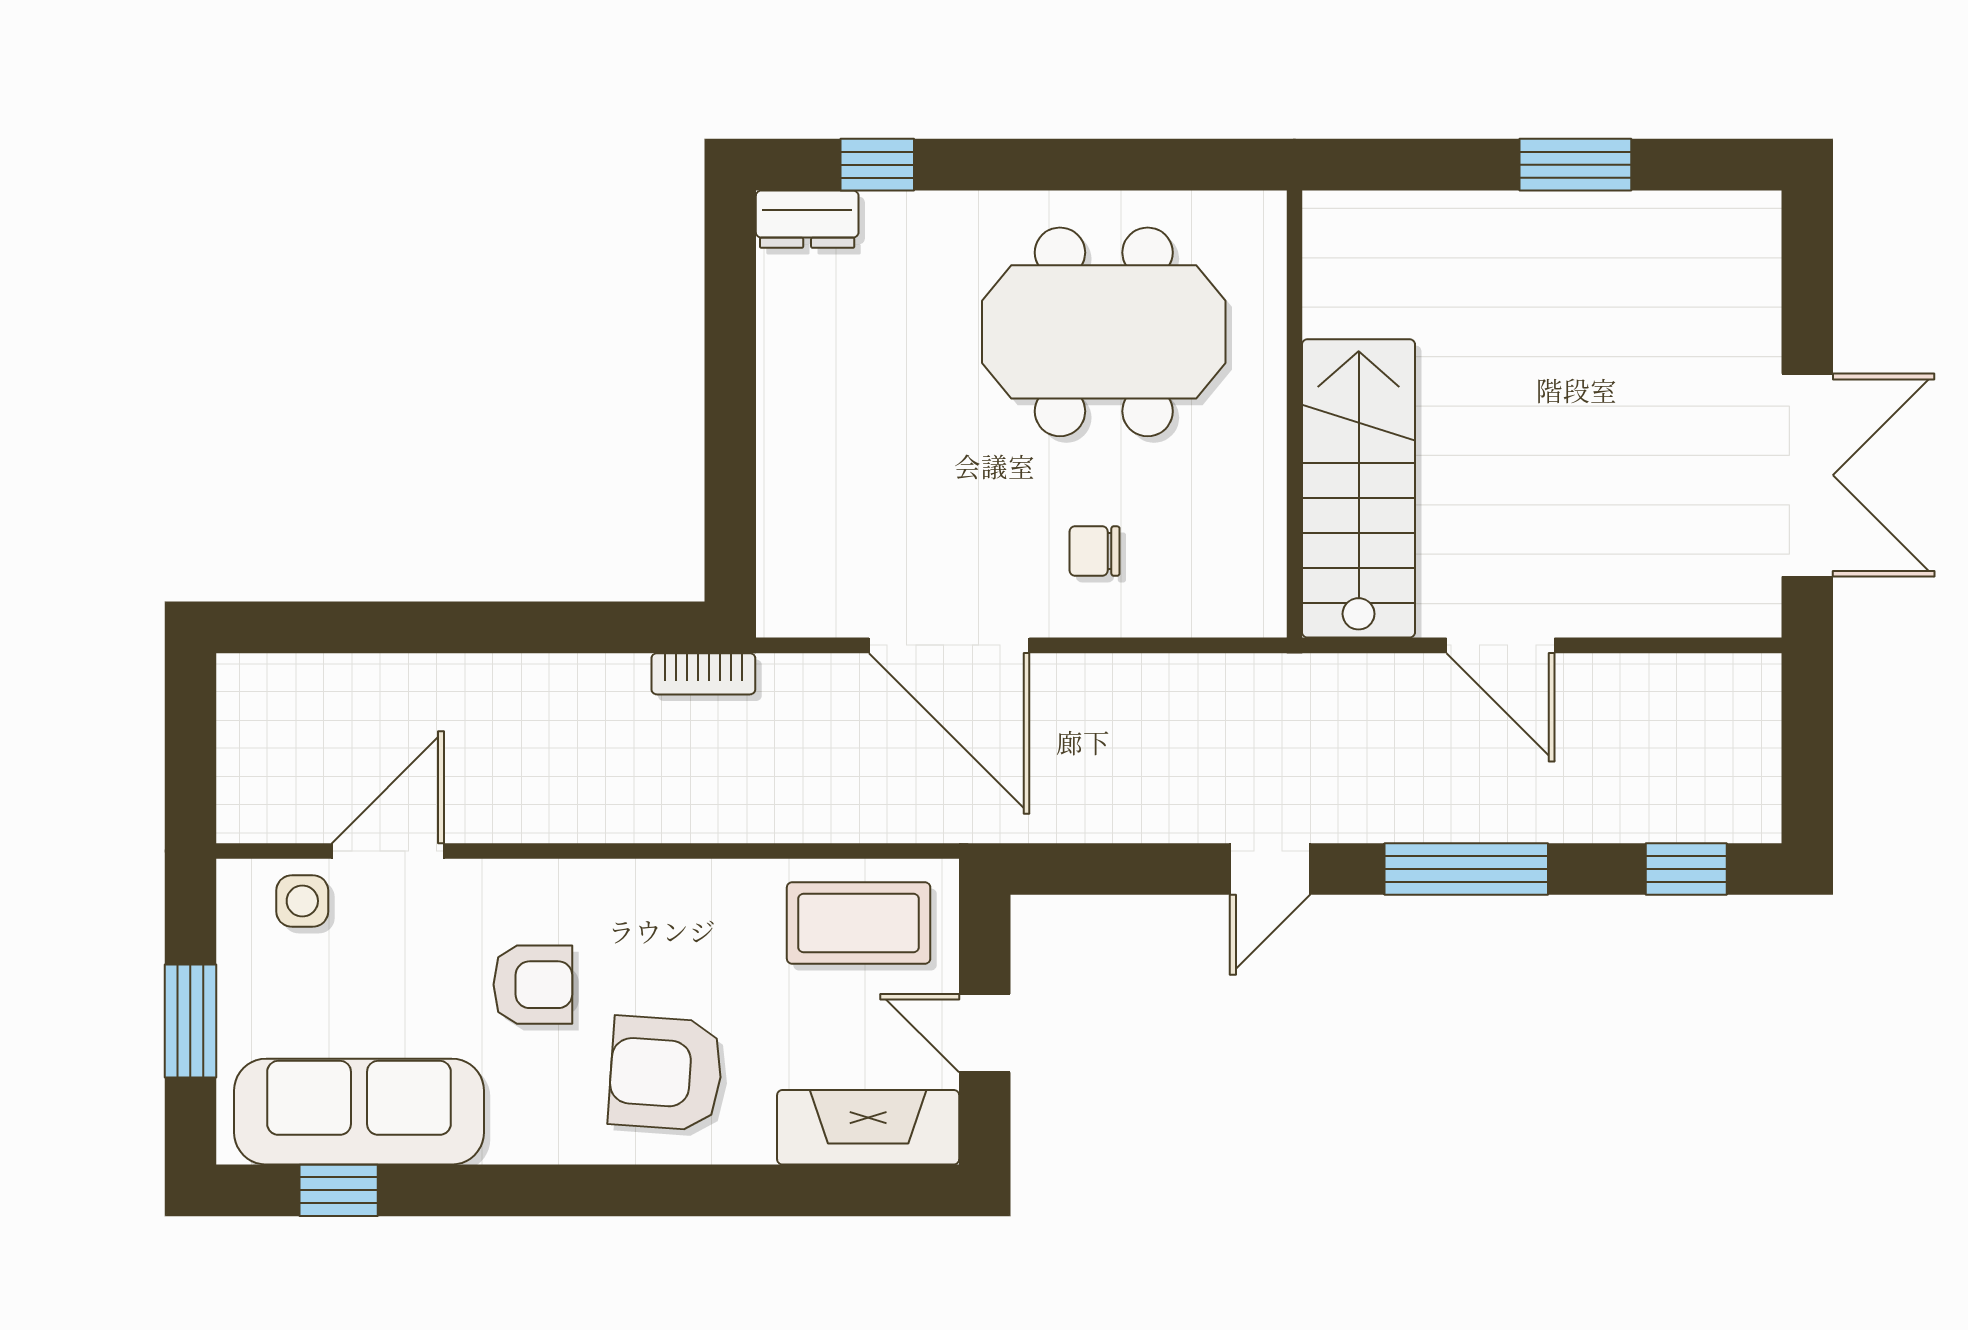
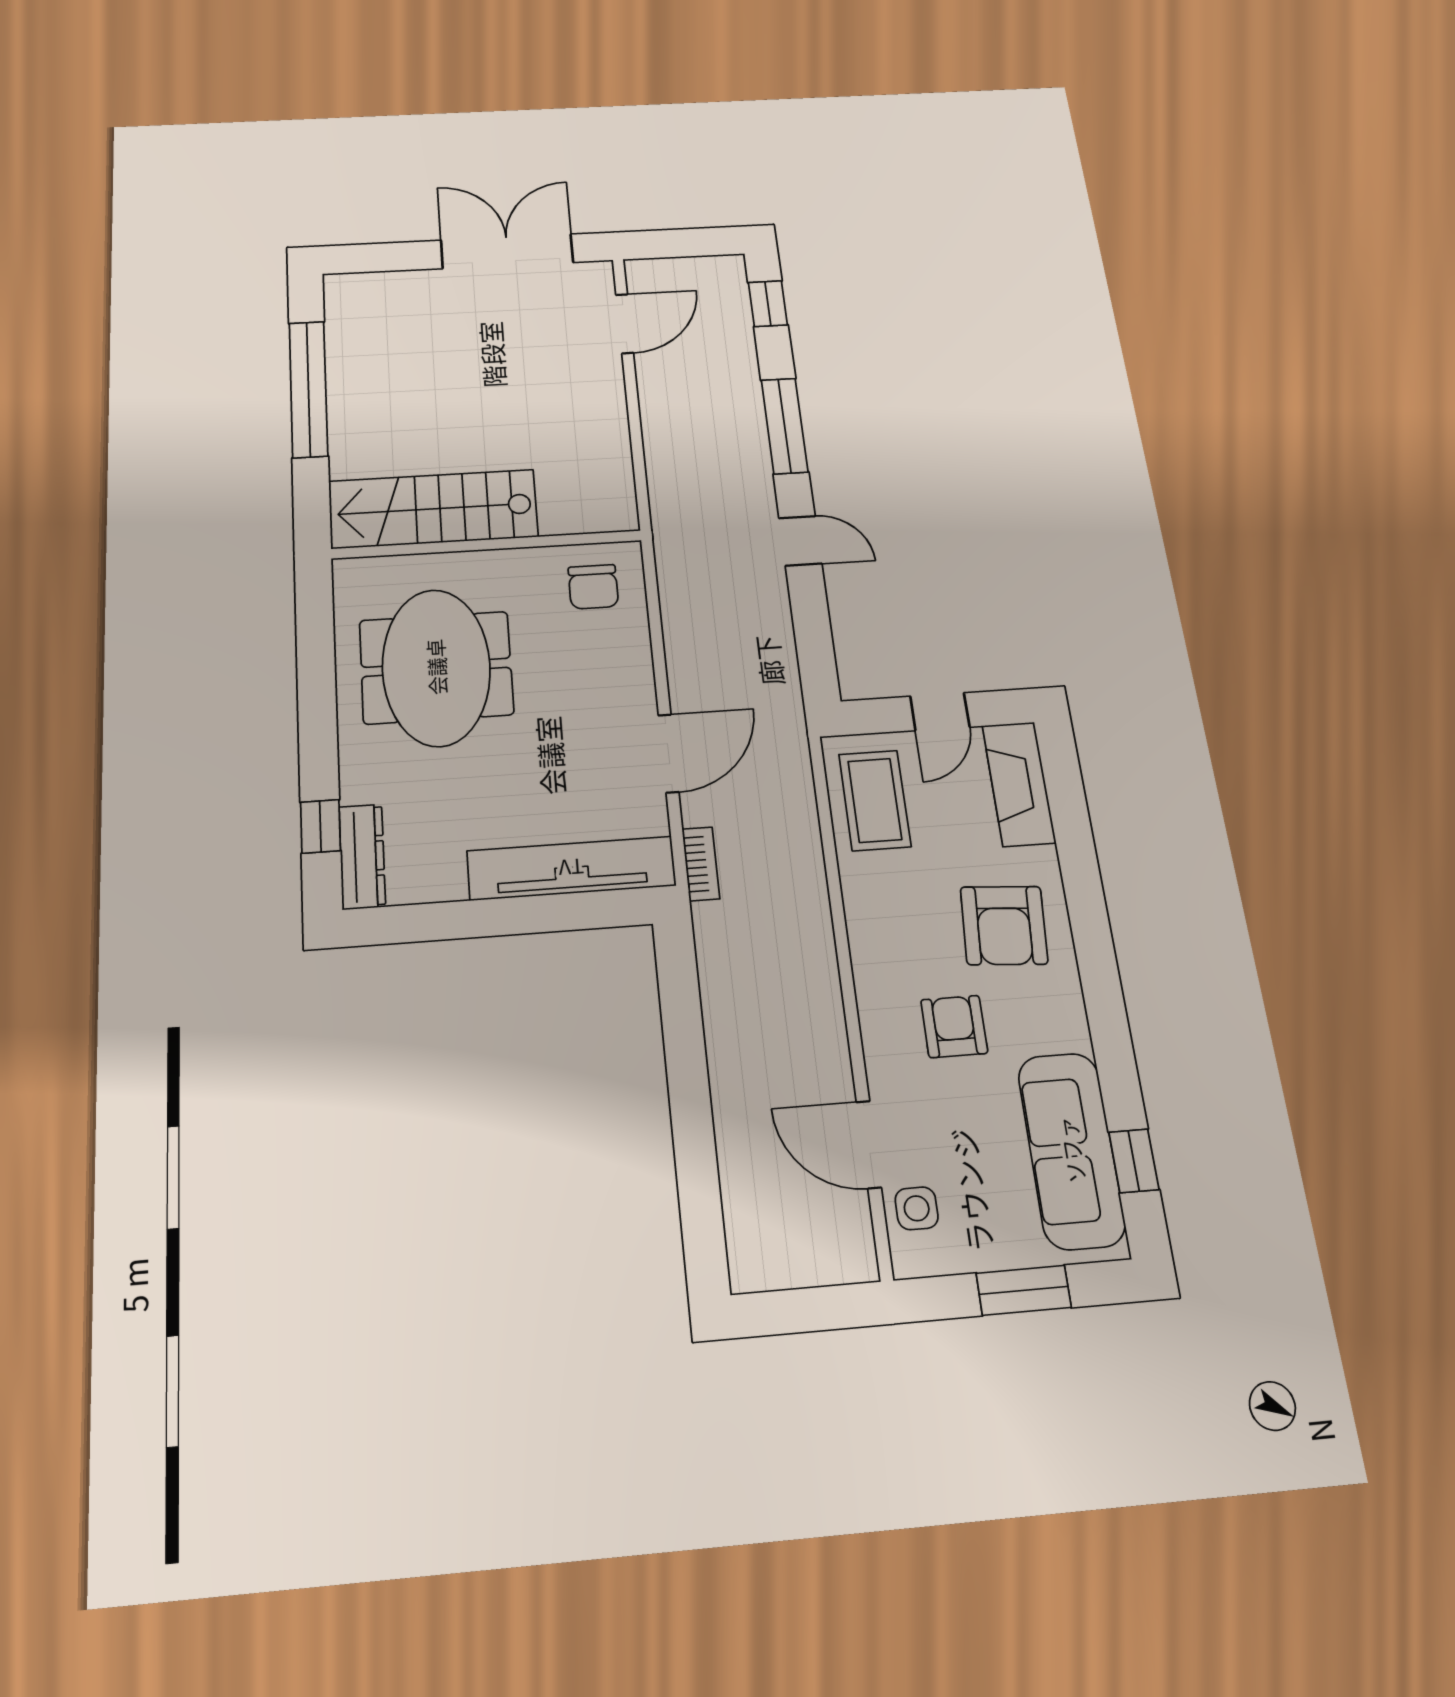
window: (1575, 165) -> (308, 389), width x2.11
dresser: (807, 219) -> (362, 857), width x1.44
stairs: (1359, 488) -> (433, 509), moved
tv unit: (792, 499) -> (571, 868), added
chair: (1095, 551) -> (593, 587), moved, width x1.37, depth x1.37
door: (949, 645) -> (669, 754), width x0.73
door: (1500, 645) -> (625, 324), moved
bookcase: (703, 674) -> (701, 864), moved

